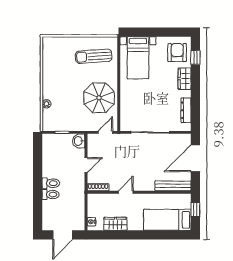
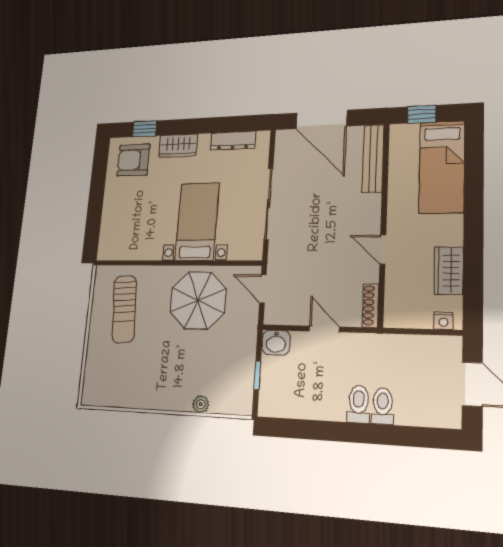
bed with nightstands: (138, 58) -> (197, 221), moved, turned -90

